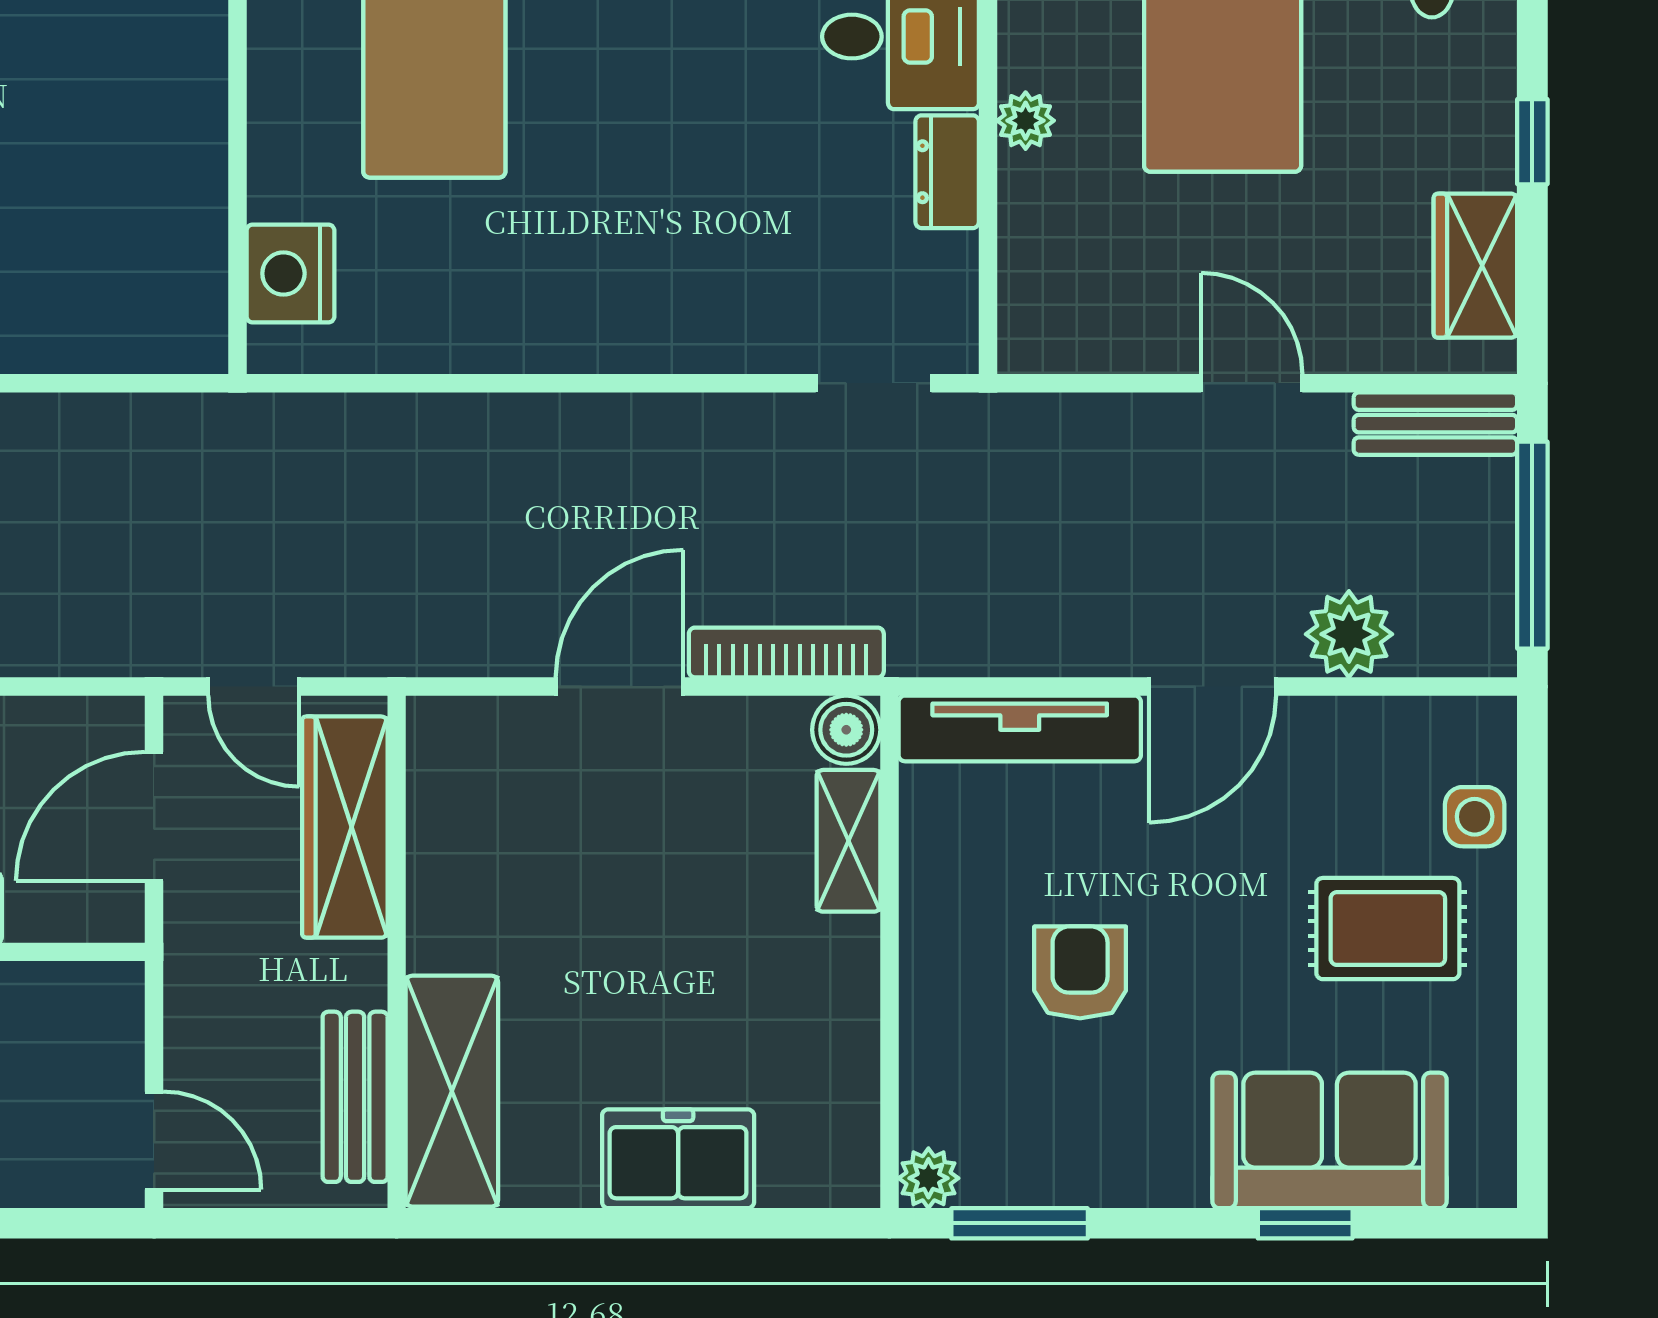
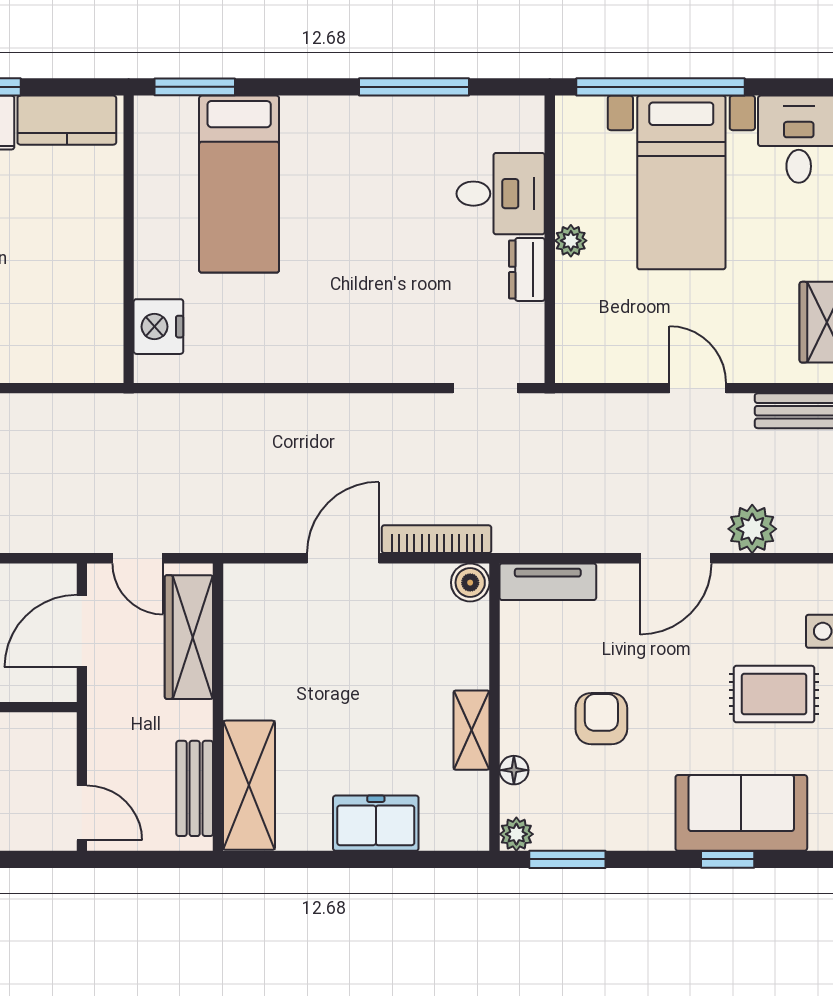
tv unit: (1020, 728) -> (548, 582), width x0.71
shelving: (848, 841) -> (471, 730), moved
floor lamp: (924, 1064) -> (514, 770), added

